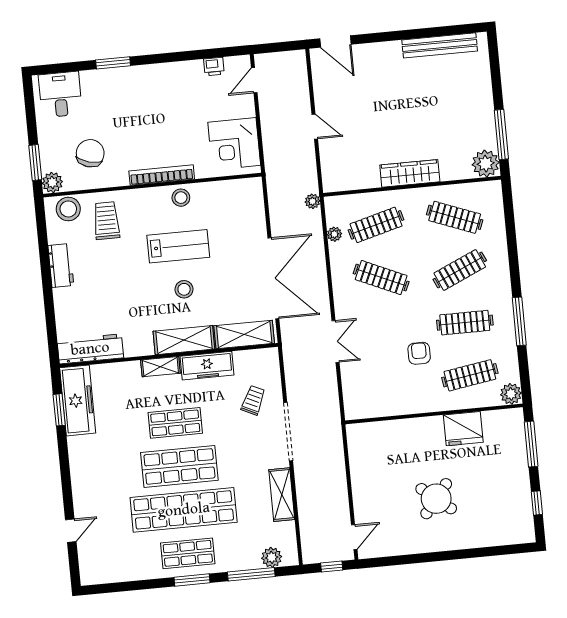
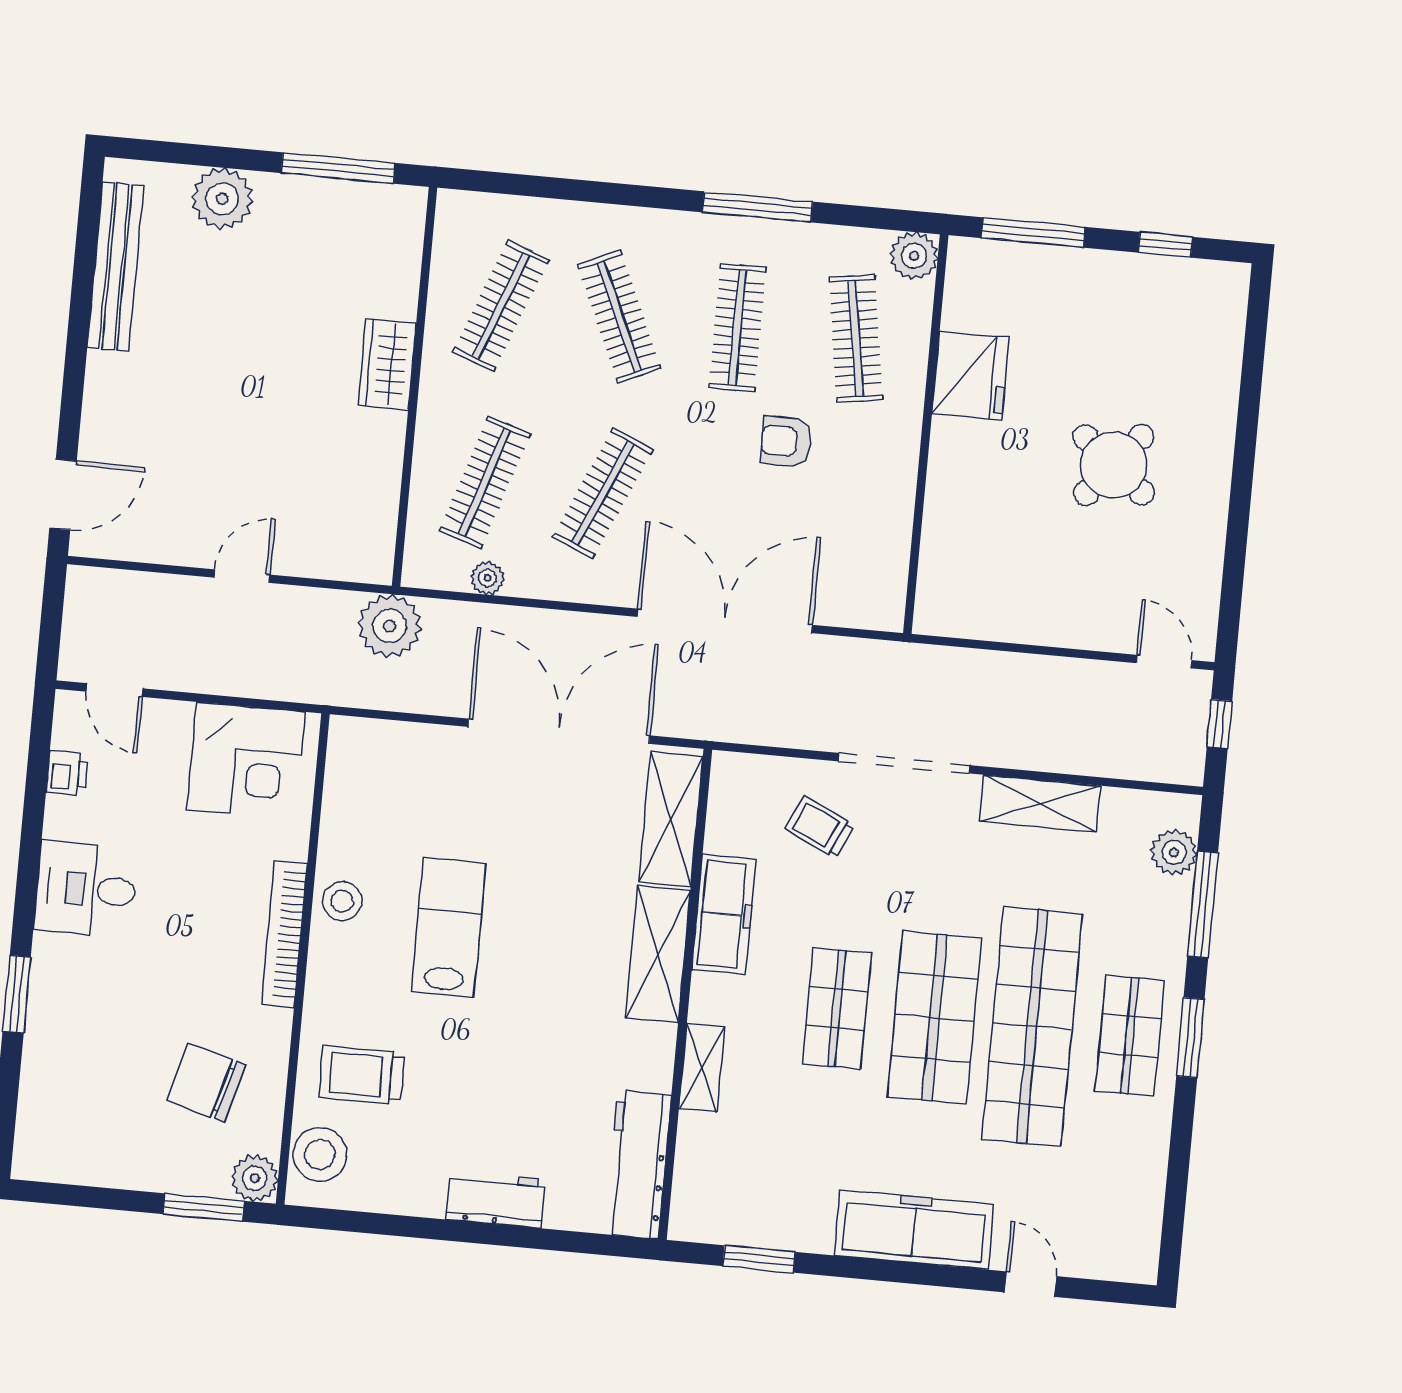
desk: (60, 95) -> (86, 889), moved
plant: (486, 164) -> (222, 199), moved
wardrobe: (410, 173) -> (387, 364), width x0.67
plant: (312, 201) -> (390, 626), width x1.88, depth x1.88
clothes rail: (376, 225) -> (485, 482), turned 33
workbench: (61, 266) -> (496, 1199), moved
stool: (184, 289) -> (546, 933), removed
double door: (335, 342) -> (725, 621), width x1.87
shelving: (160, 367) -> (702, 1068), moved
freezer: (78, 400) -> (914, 1230), moved

